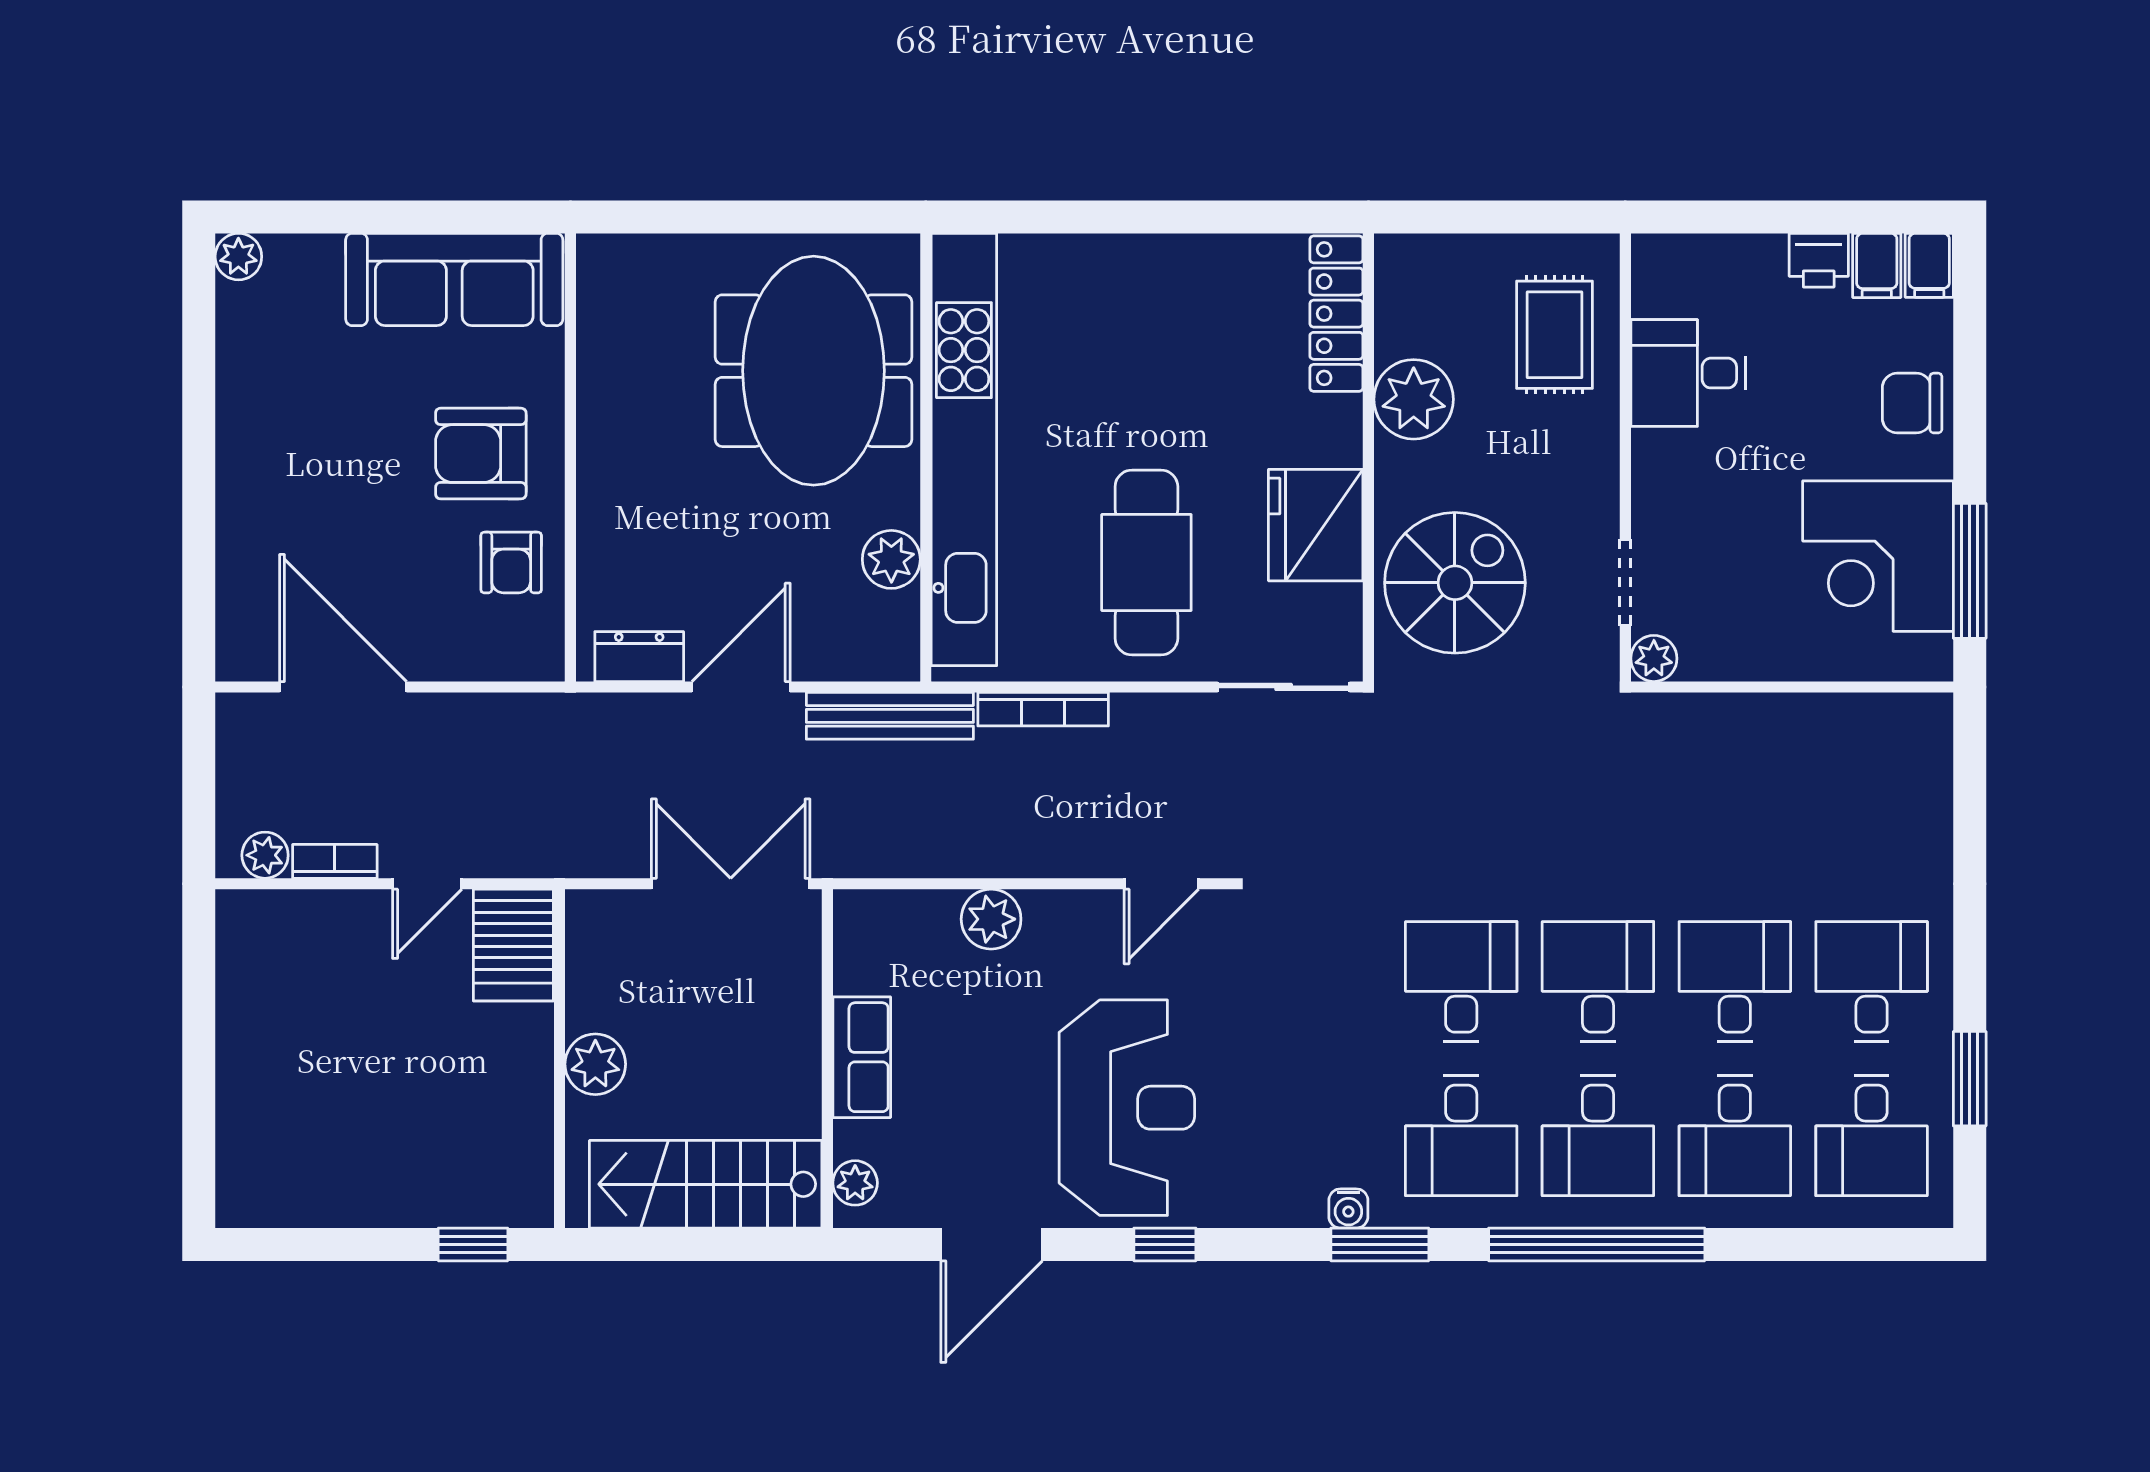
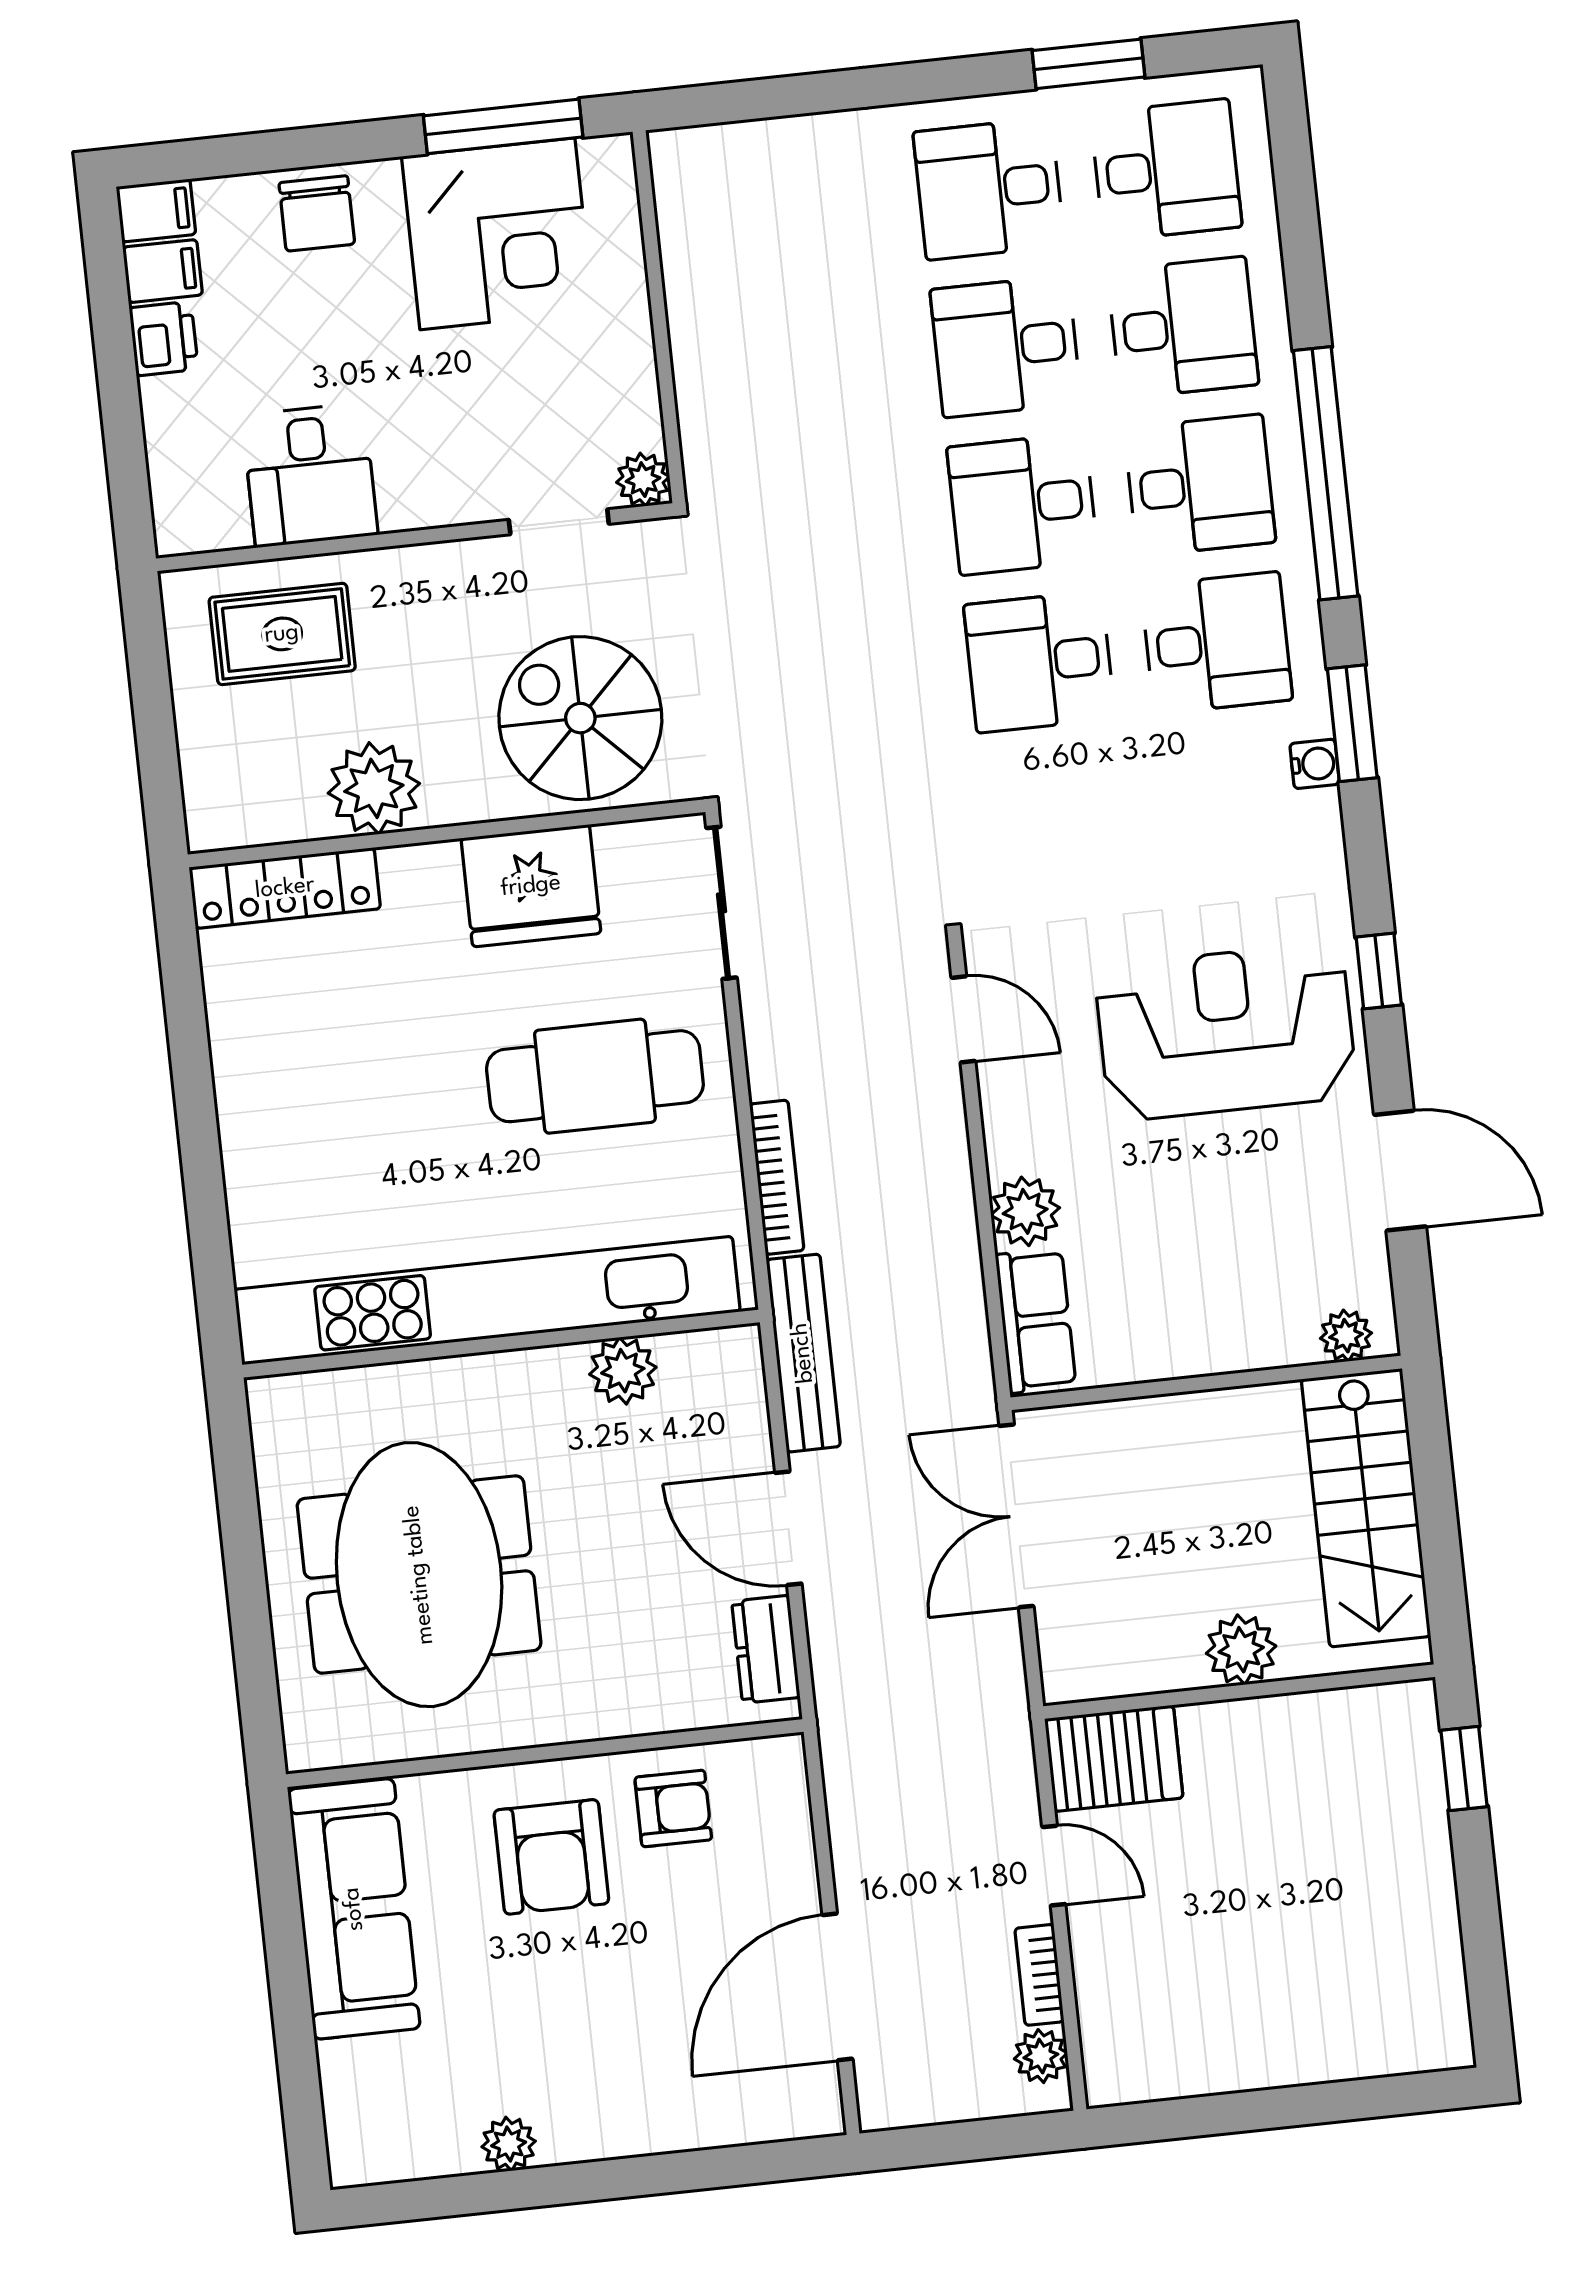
plant: (238, 257) -> (509, 2144), moved
meeting table: (814, 371) -> (419, 1575), moved, turned 90
row of seats: (862, 1057) -> (1036, 1321), moved, turned 90

